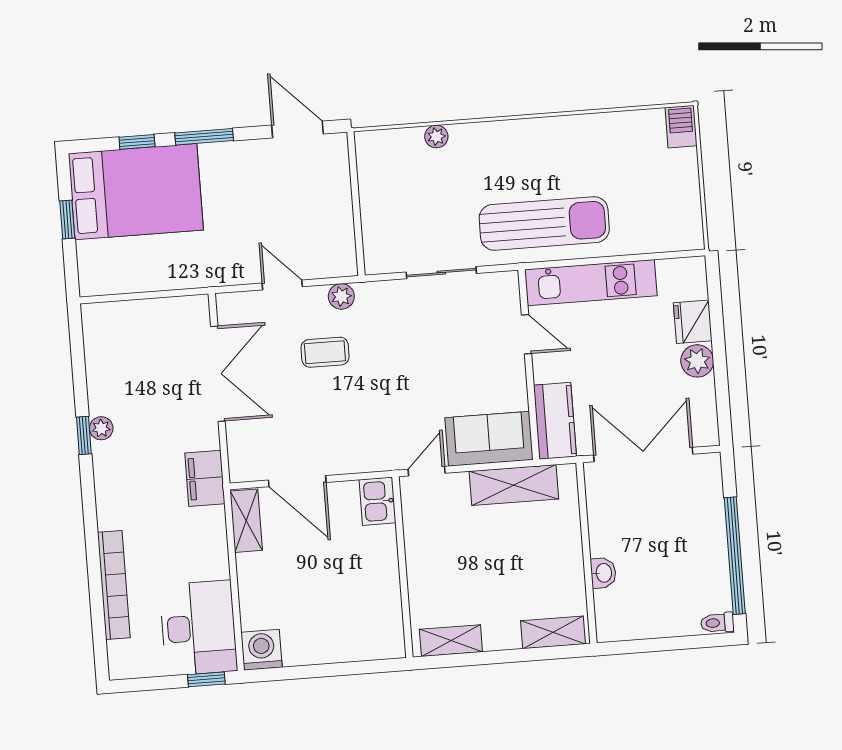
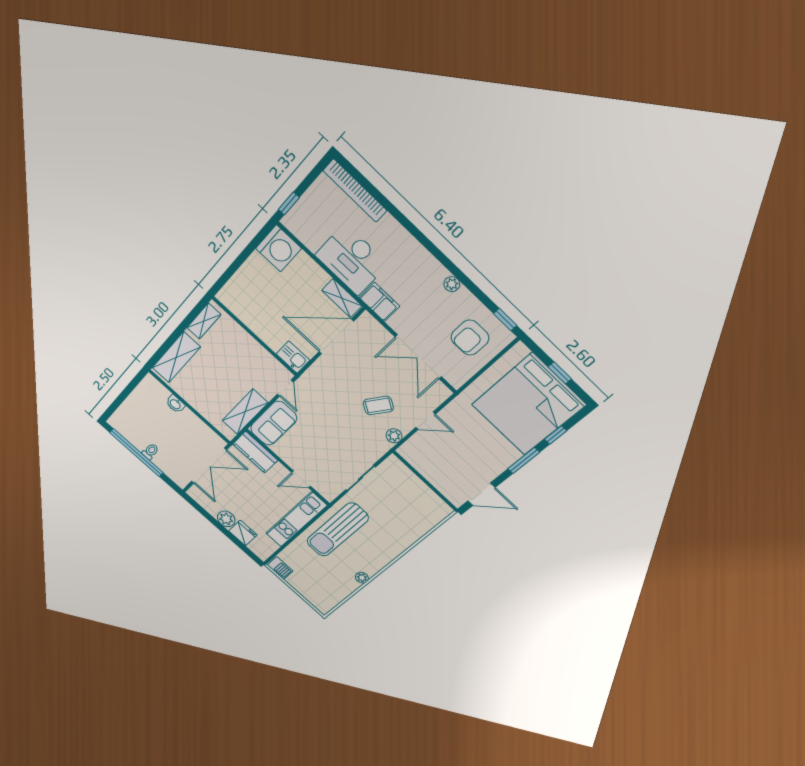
barbecue: (681, 127) -> (280, 568), moved
plant: (436, 137) -> (362, 578), moved
bed: (136, 192) -> (528, 405), width x1.36
armchair: (135, 347) -> (470, 338), added
coffee table: (325, 352) -> (378, 405), turned 33
window: (84, 436) -> (505, 320), moved
door: (297, 481) -> (336, 337), width x1.36
bookcase: (114, 585) -> (355, 191), moved
toilet: (717, 623) -> (150, 451), moved
desk: (198, 628) -> (351, 260), moved
shelving: (553, 632) -> (176, 357), width x1.50, depth x1.33
washing machine: (262, 650) -> (278, 248), width x1.37, depth x1.37

